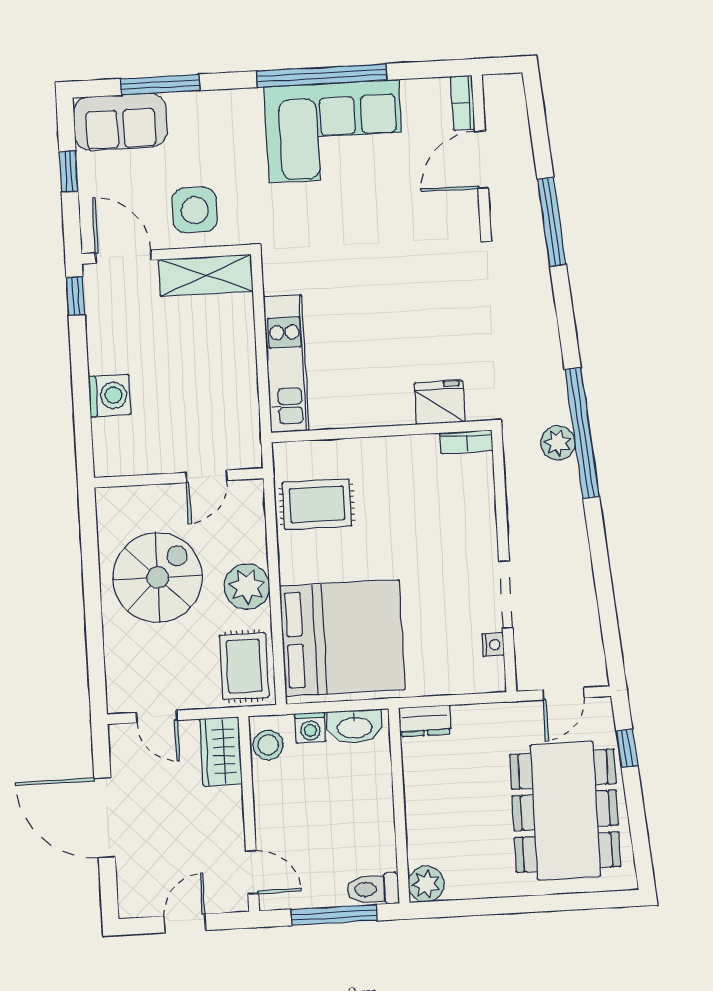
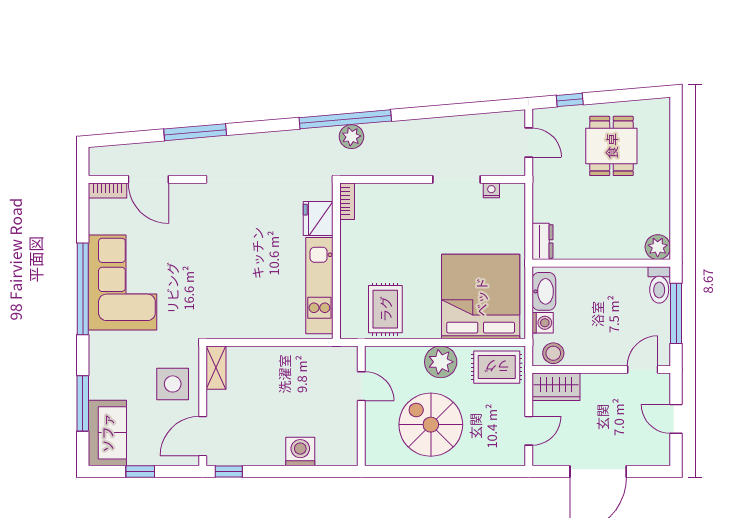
shelving: (206, 275) -> (216, 368), width x0.67, depth x0.75
kitchen unit: (286, 364) -> (319, 286), moved, turned -90
dining table: (565, 811) -> (611, 146), width x0.53, depth x0.80

